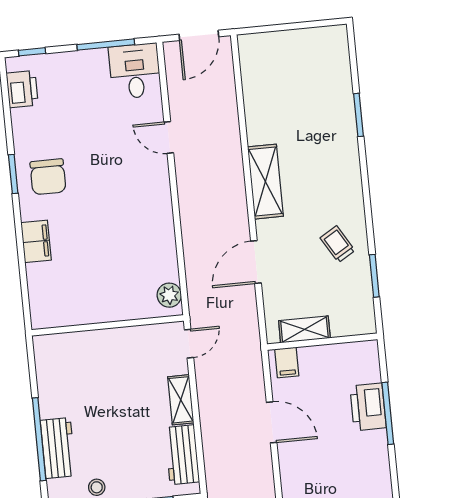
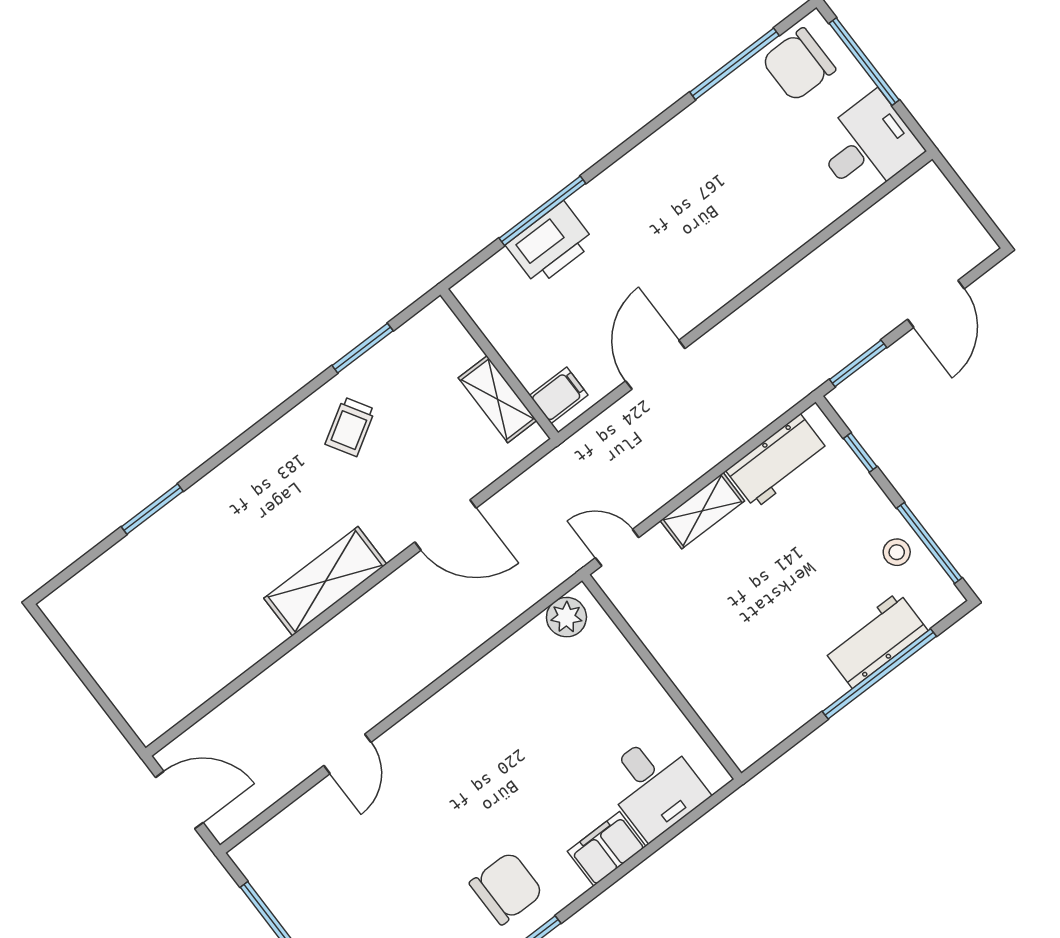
desk: (135, 71) -> (654, 786), moved, turned -90

